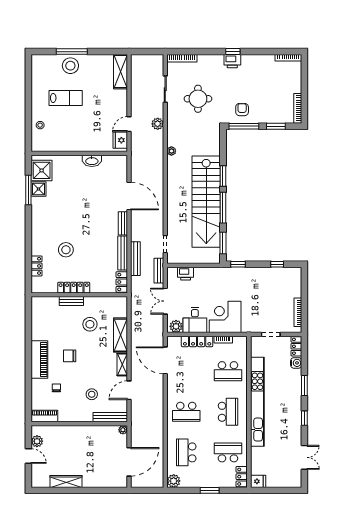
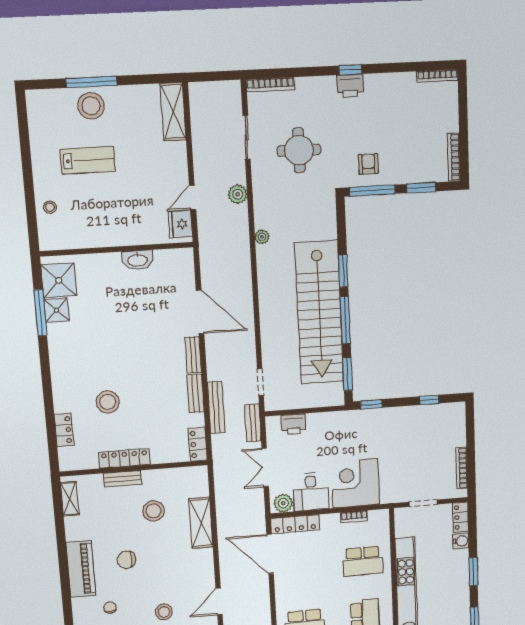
bench: (123, 253) -> (195, 393), width x0.73
locker: (197, 341) -> (295, 524), moved
shelving: (122, 364) -> (70, 499), moved

